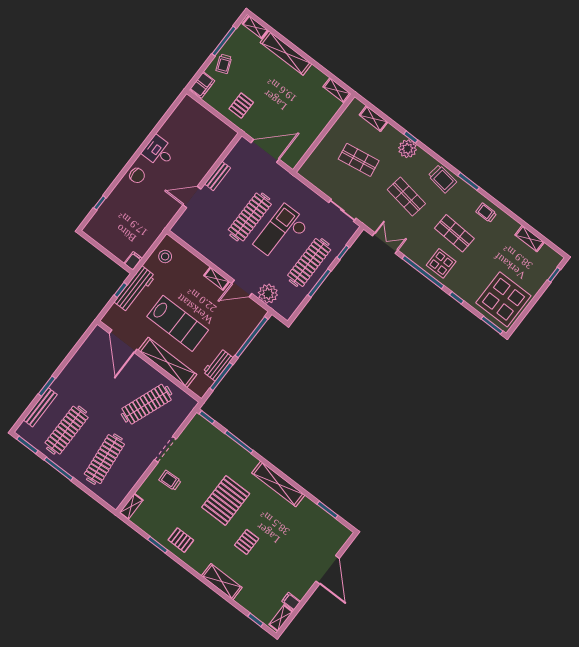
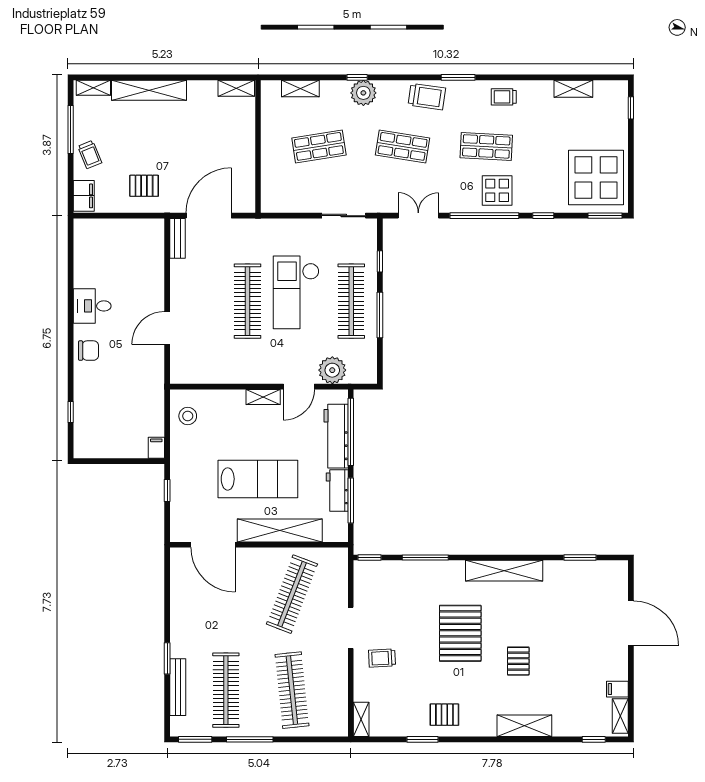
pallet: (241, 106) -> (144, 186), turned 90
bench: (218, 176) -> (177, 238), moved
workbench: (135, 289) -> (336, 436), moved, turned 180

